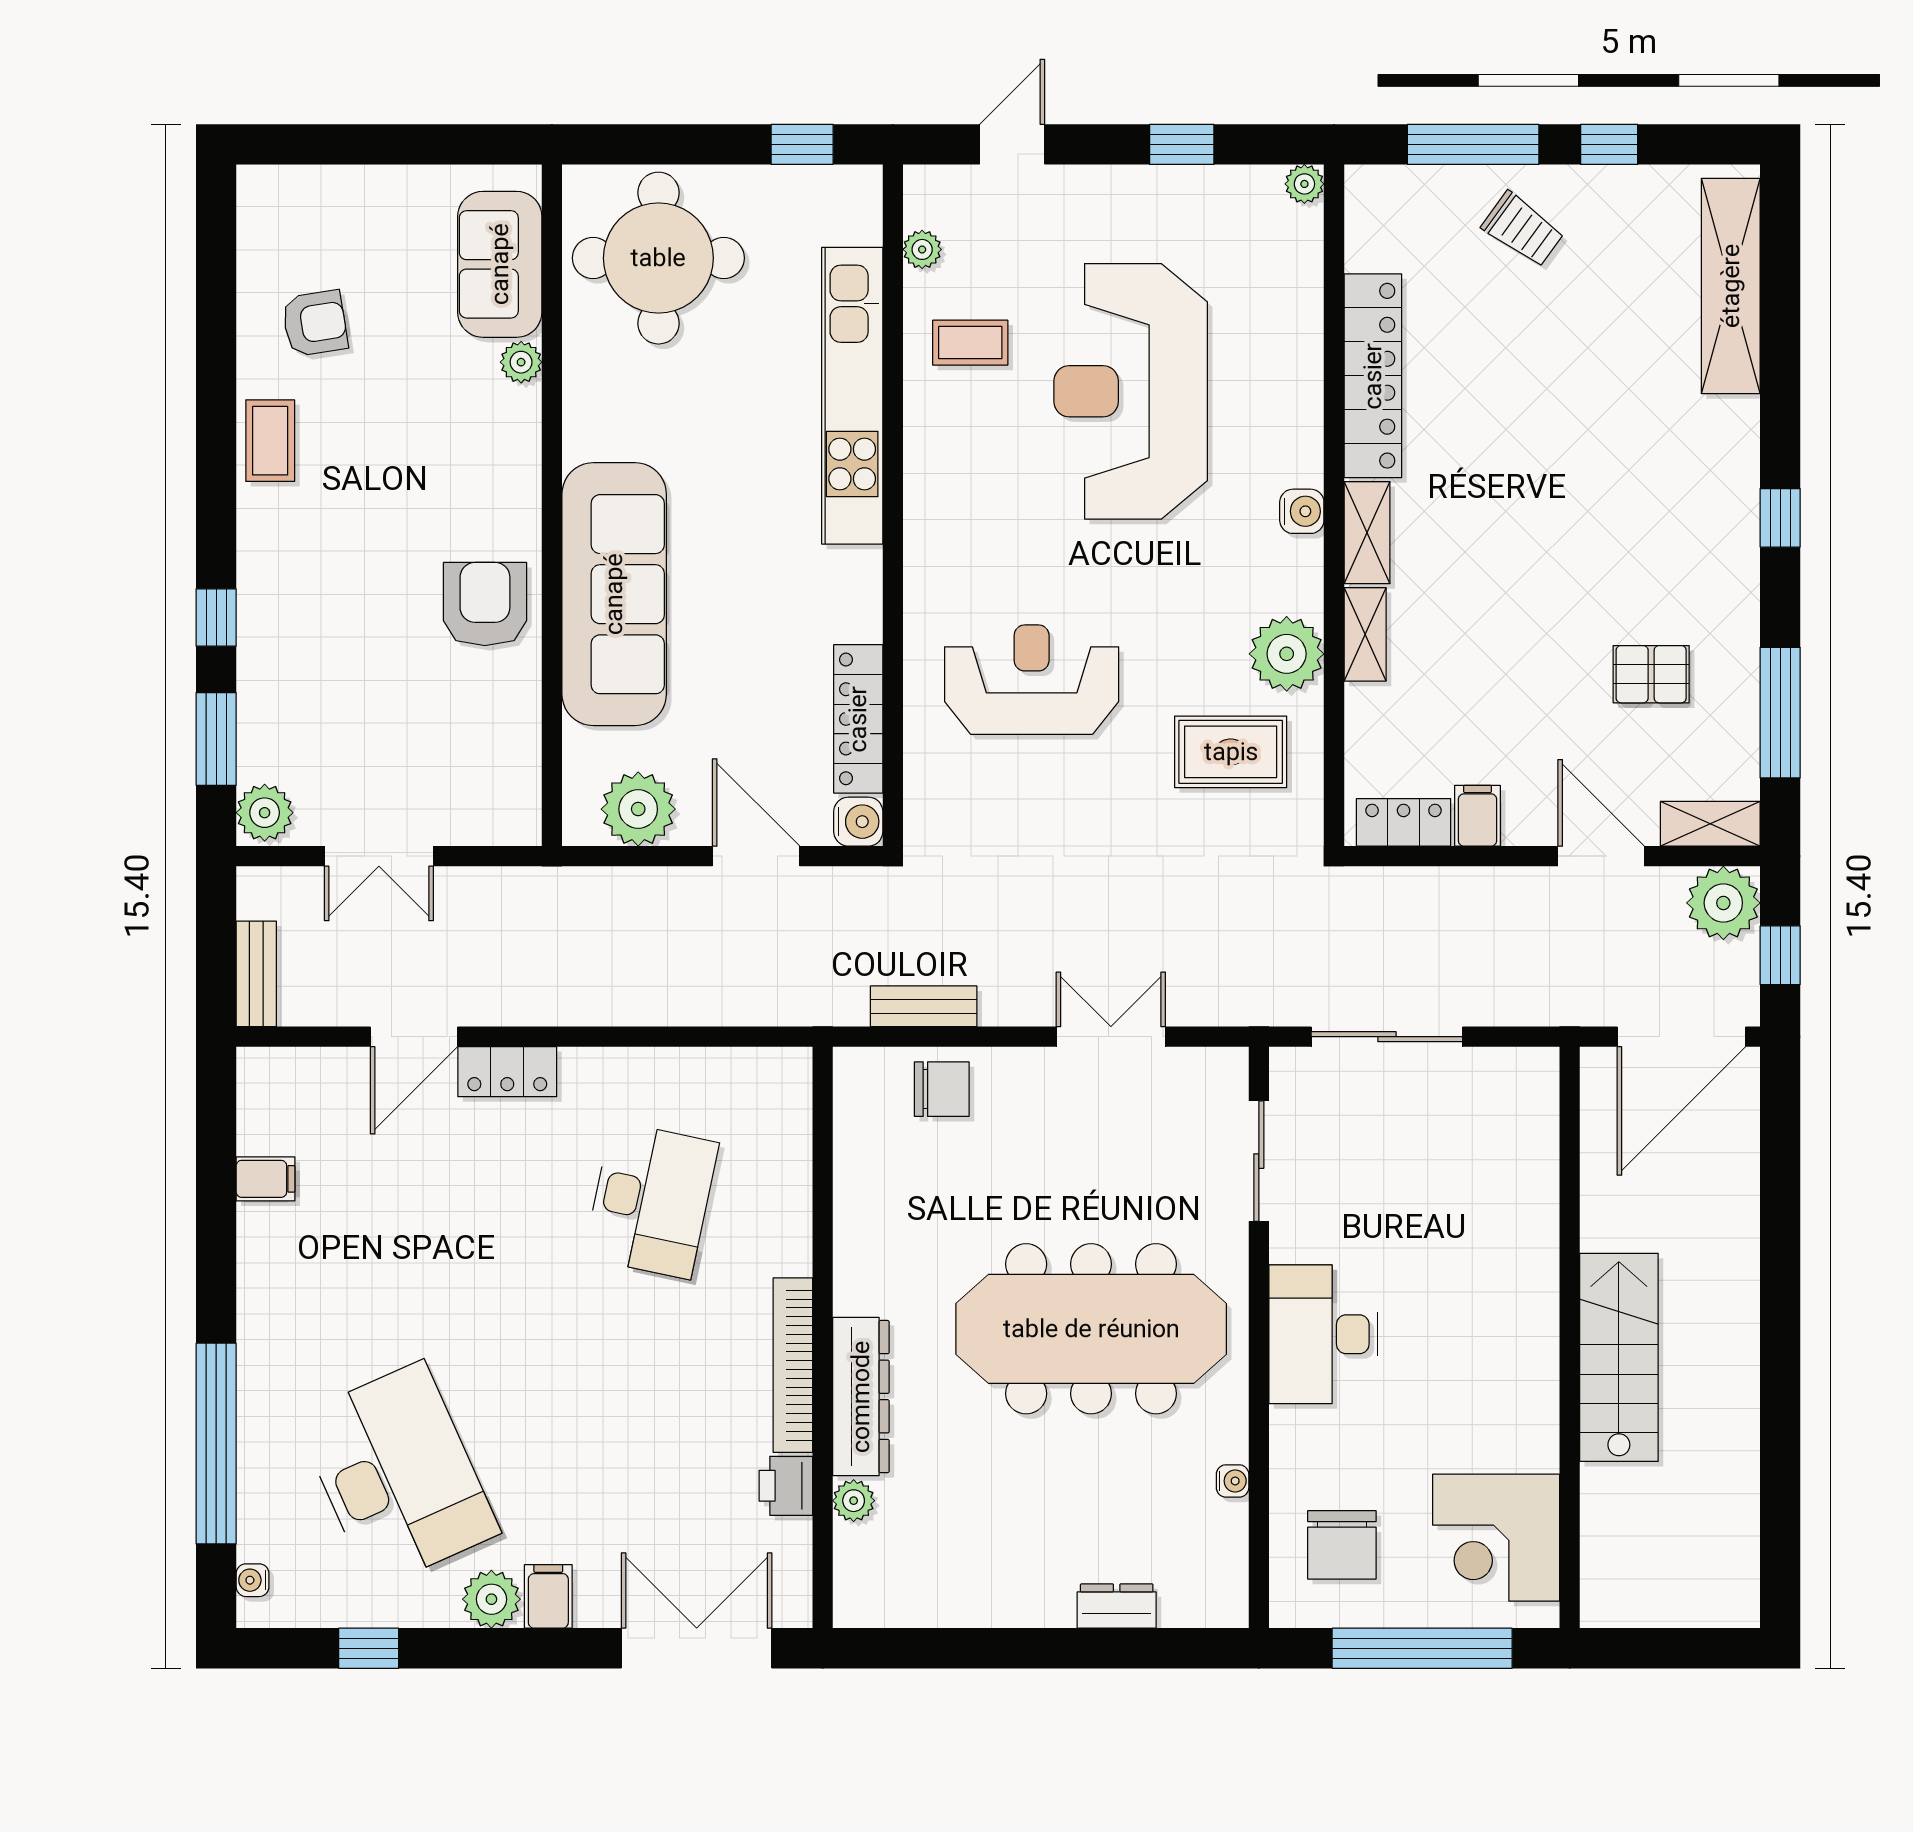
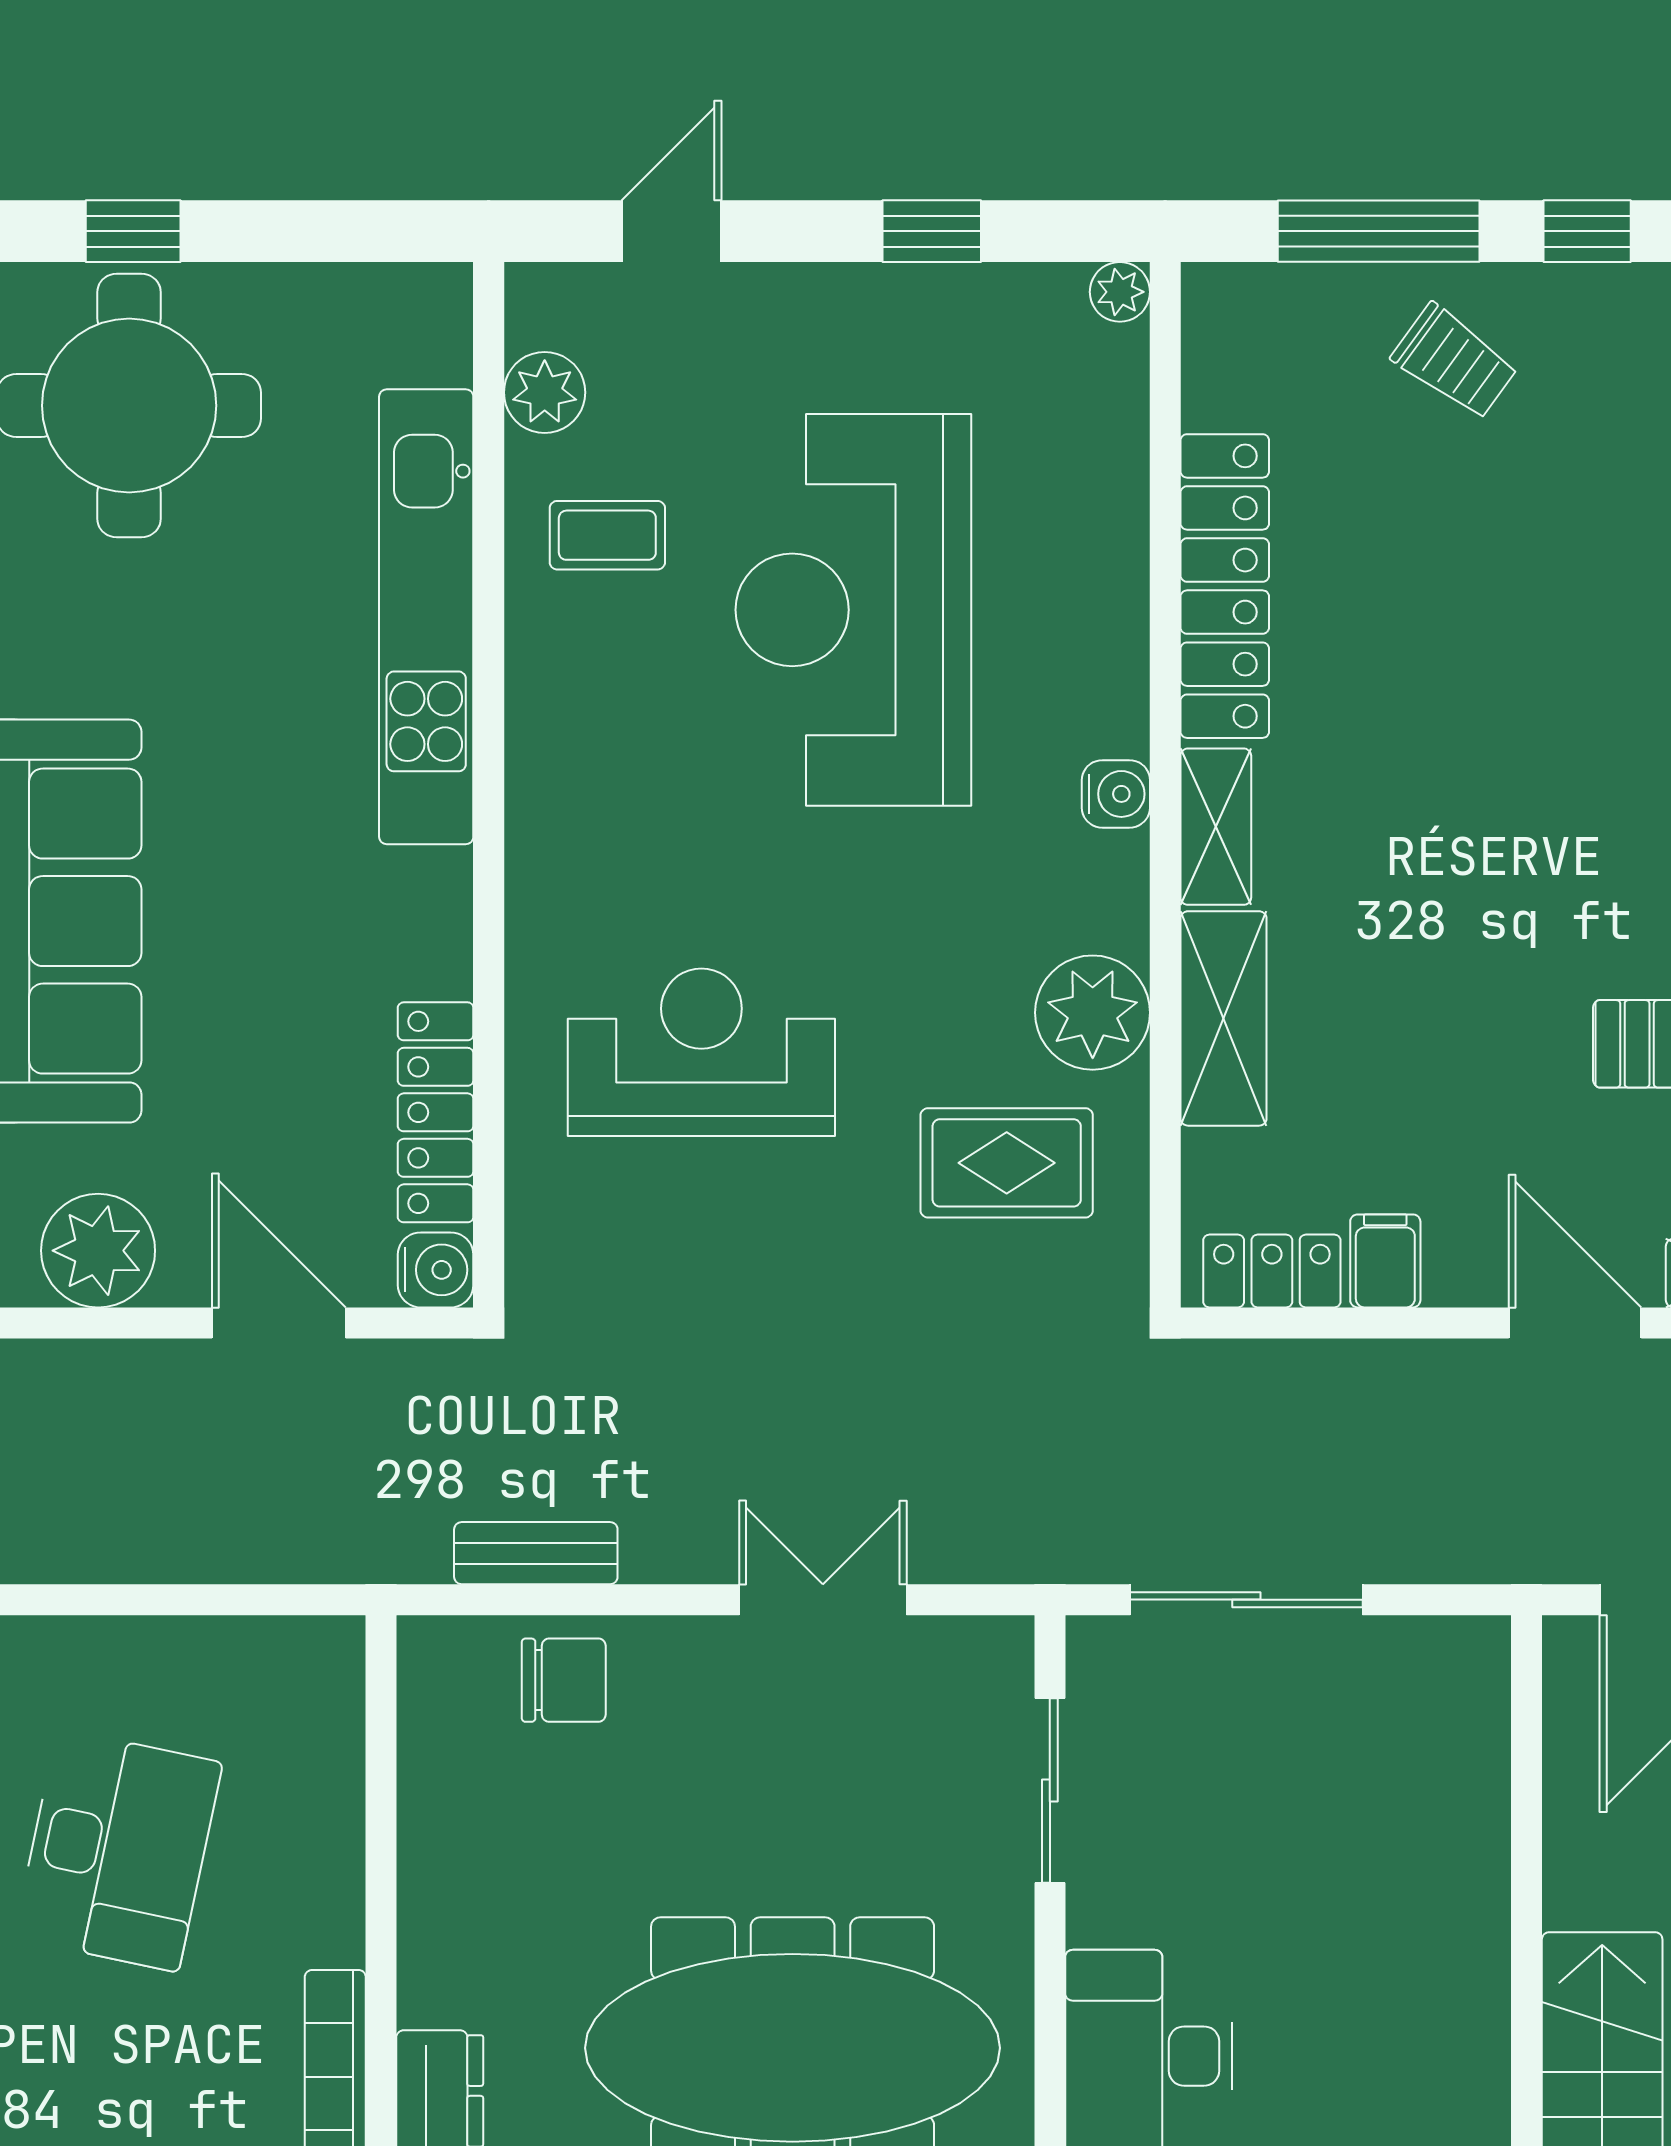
window: (802, 144) -> (133, 231), moved
plant: (922, 249) -> (545, 392), width x1.38, depth x1.38
shelving: (1365, 634) -> (1224, 1018), width x1.50, depth x1.33

